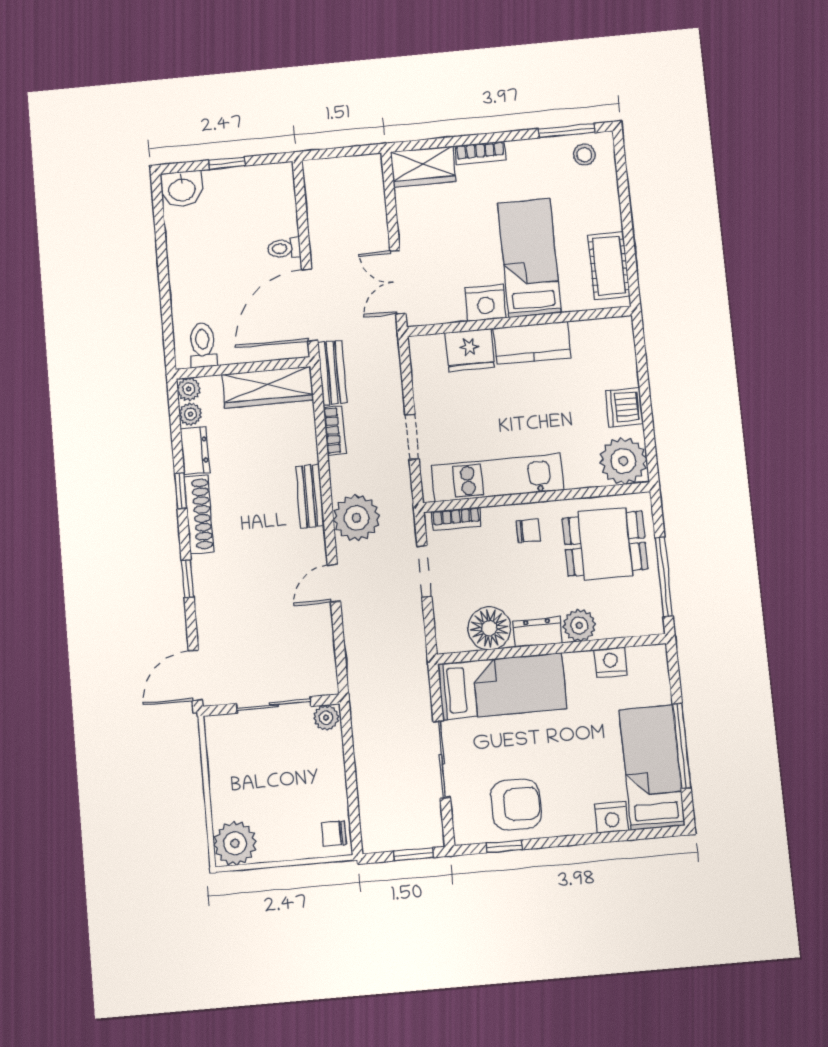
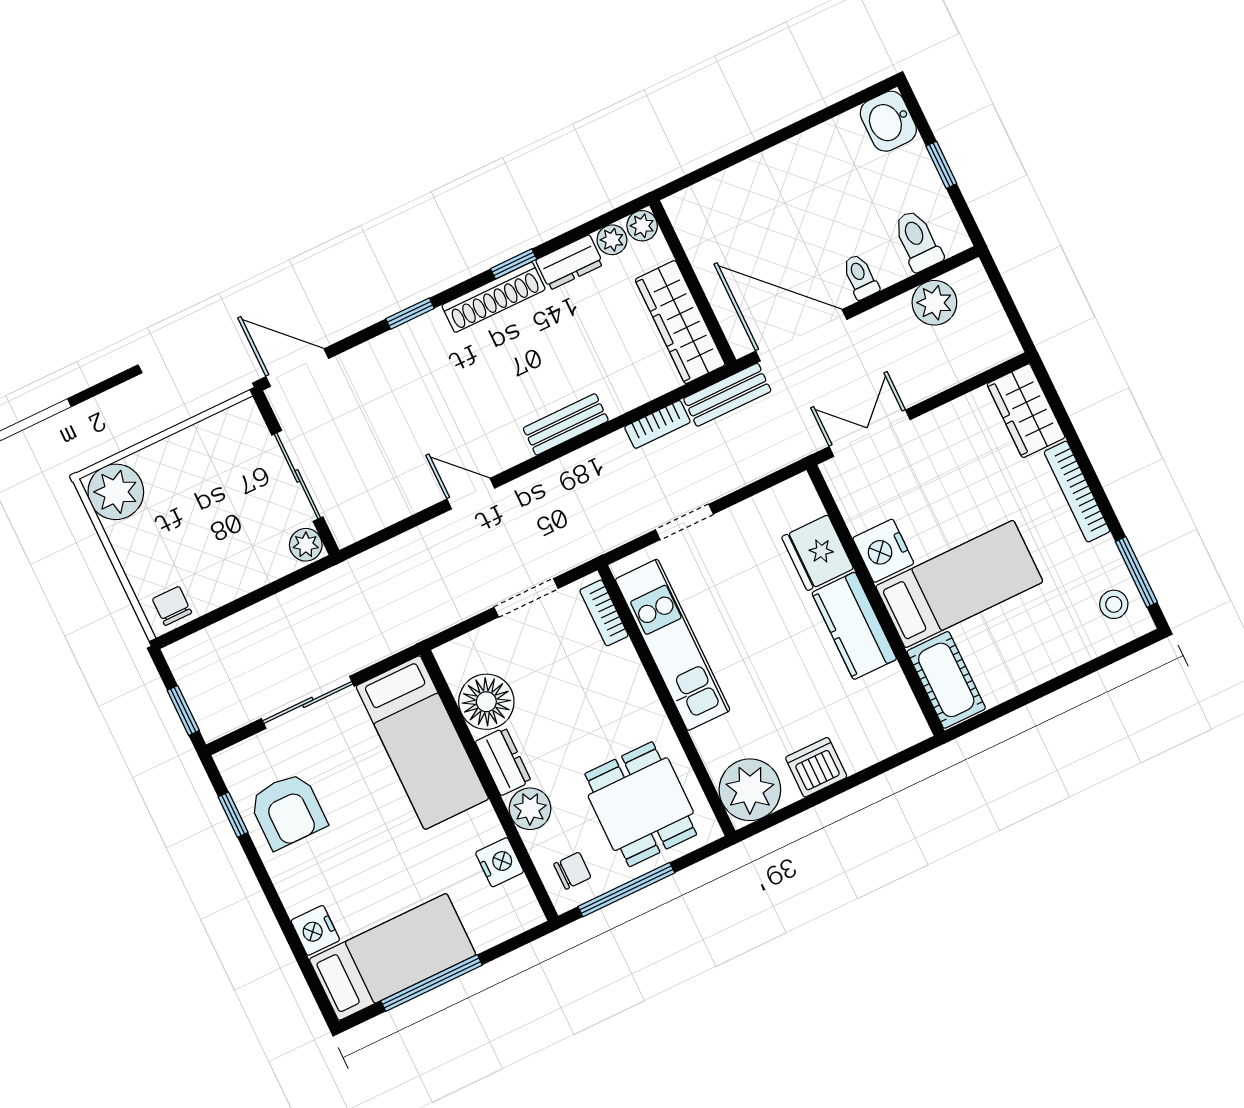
bookcase: (480, 153) -> (1077, 492), width x1.56
cot: (609, 266) -> (946, 680), moved, turned 90
toilet: (203, 345) -> (918, 241), moved, turned -90
plant: (356, 518) -> (934, 303), moved, width x0.73, depth x0.73
chair: (528, 531) -> (572, 871), moved, turned -90

